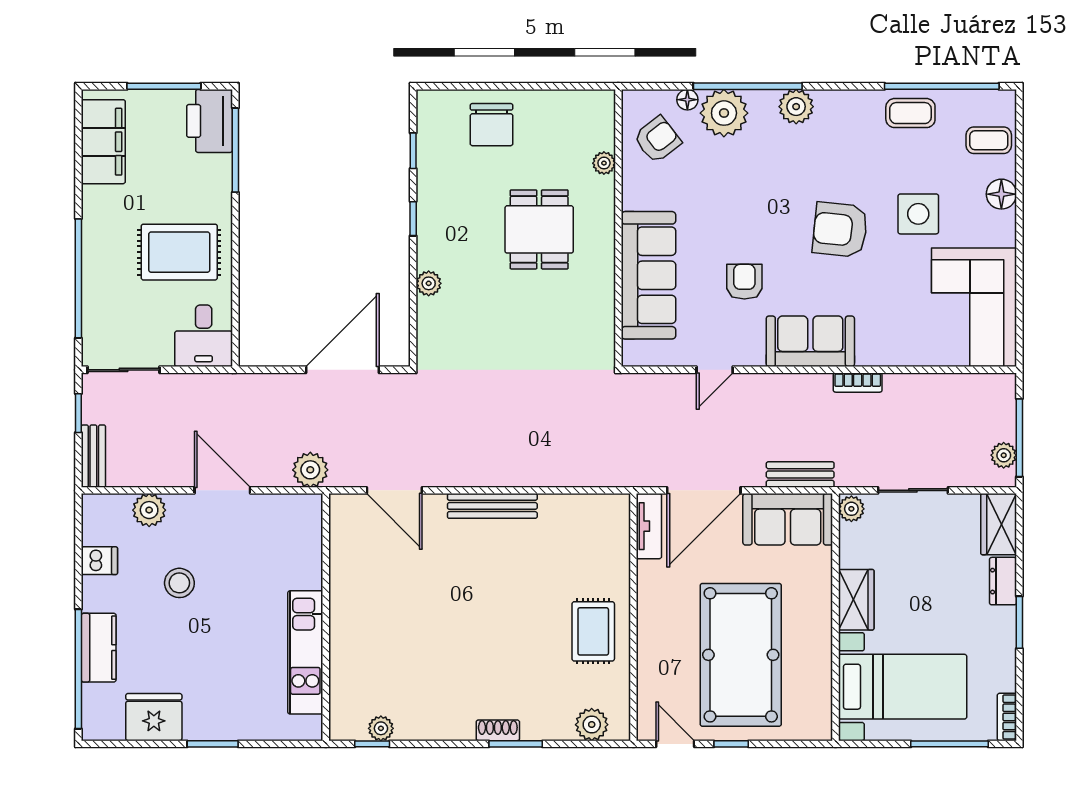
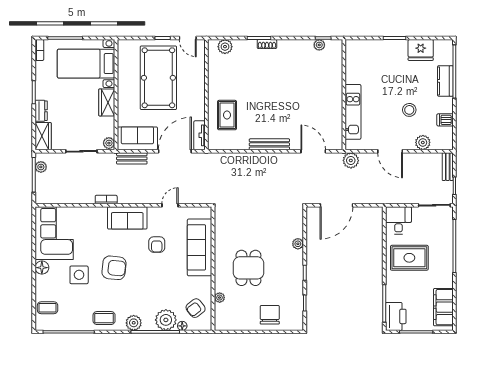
coffee table: (910, 113) -> (104, 318), moved
floor lamp: (1001, 194) -> (42, 268), moved
rug: (593, 631) -> (227, 115), moved
kitchen unit: (305, 652) -> (353, 112), moved

